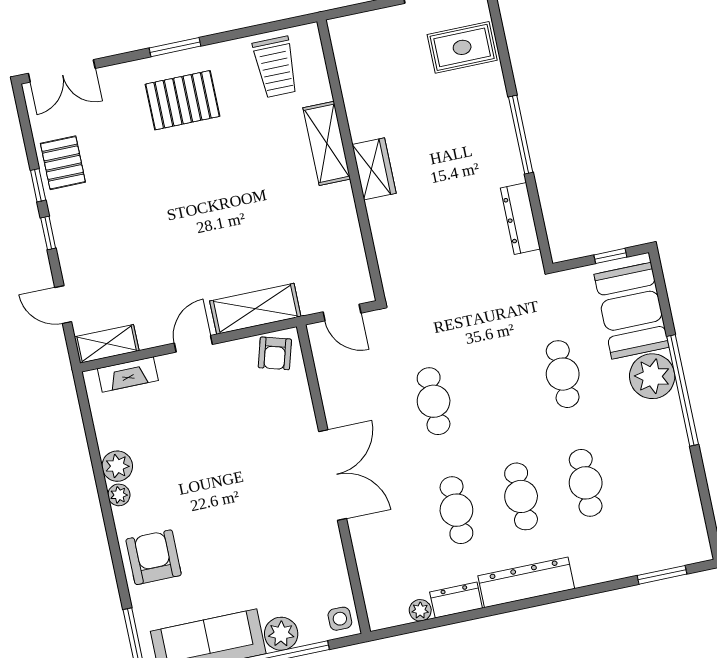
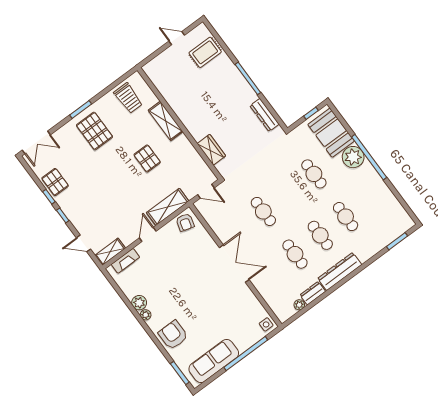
pallet: (183, 100) -> (94, 131), turned 90
wardrobe: (374, 169) -> (211, 150), moved
pallet: (259, 199) -> (147, 159), added
plant: (281, 634) -> (244, 343), removed

